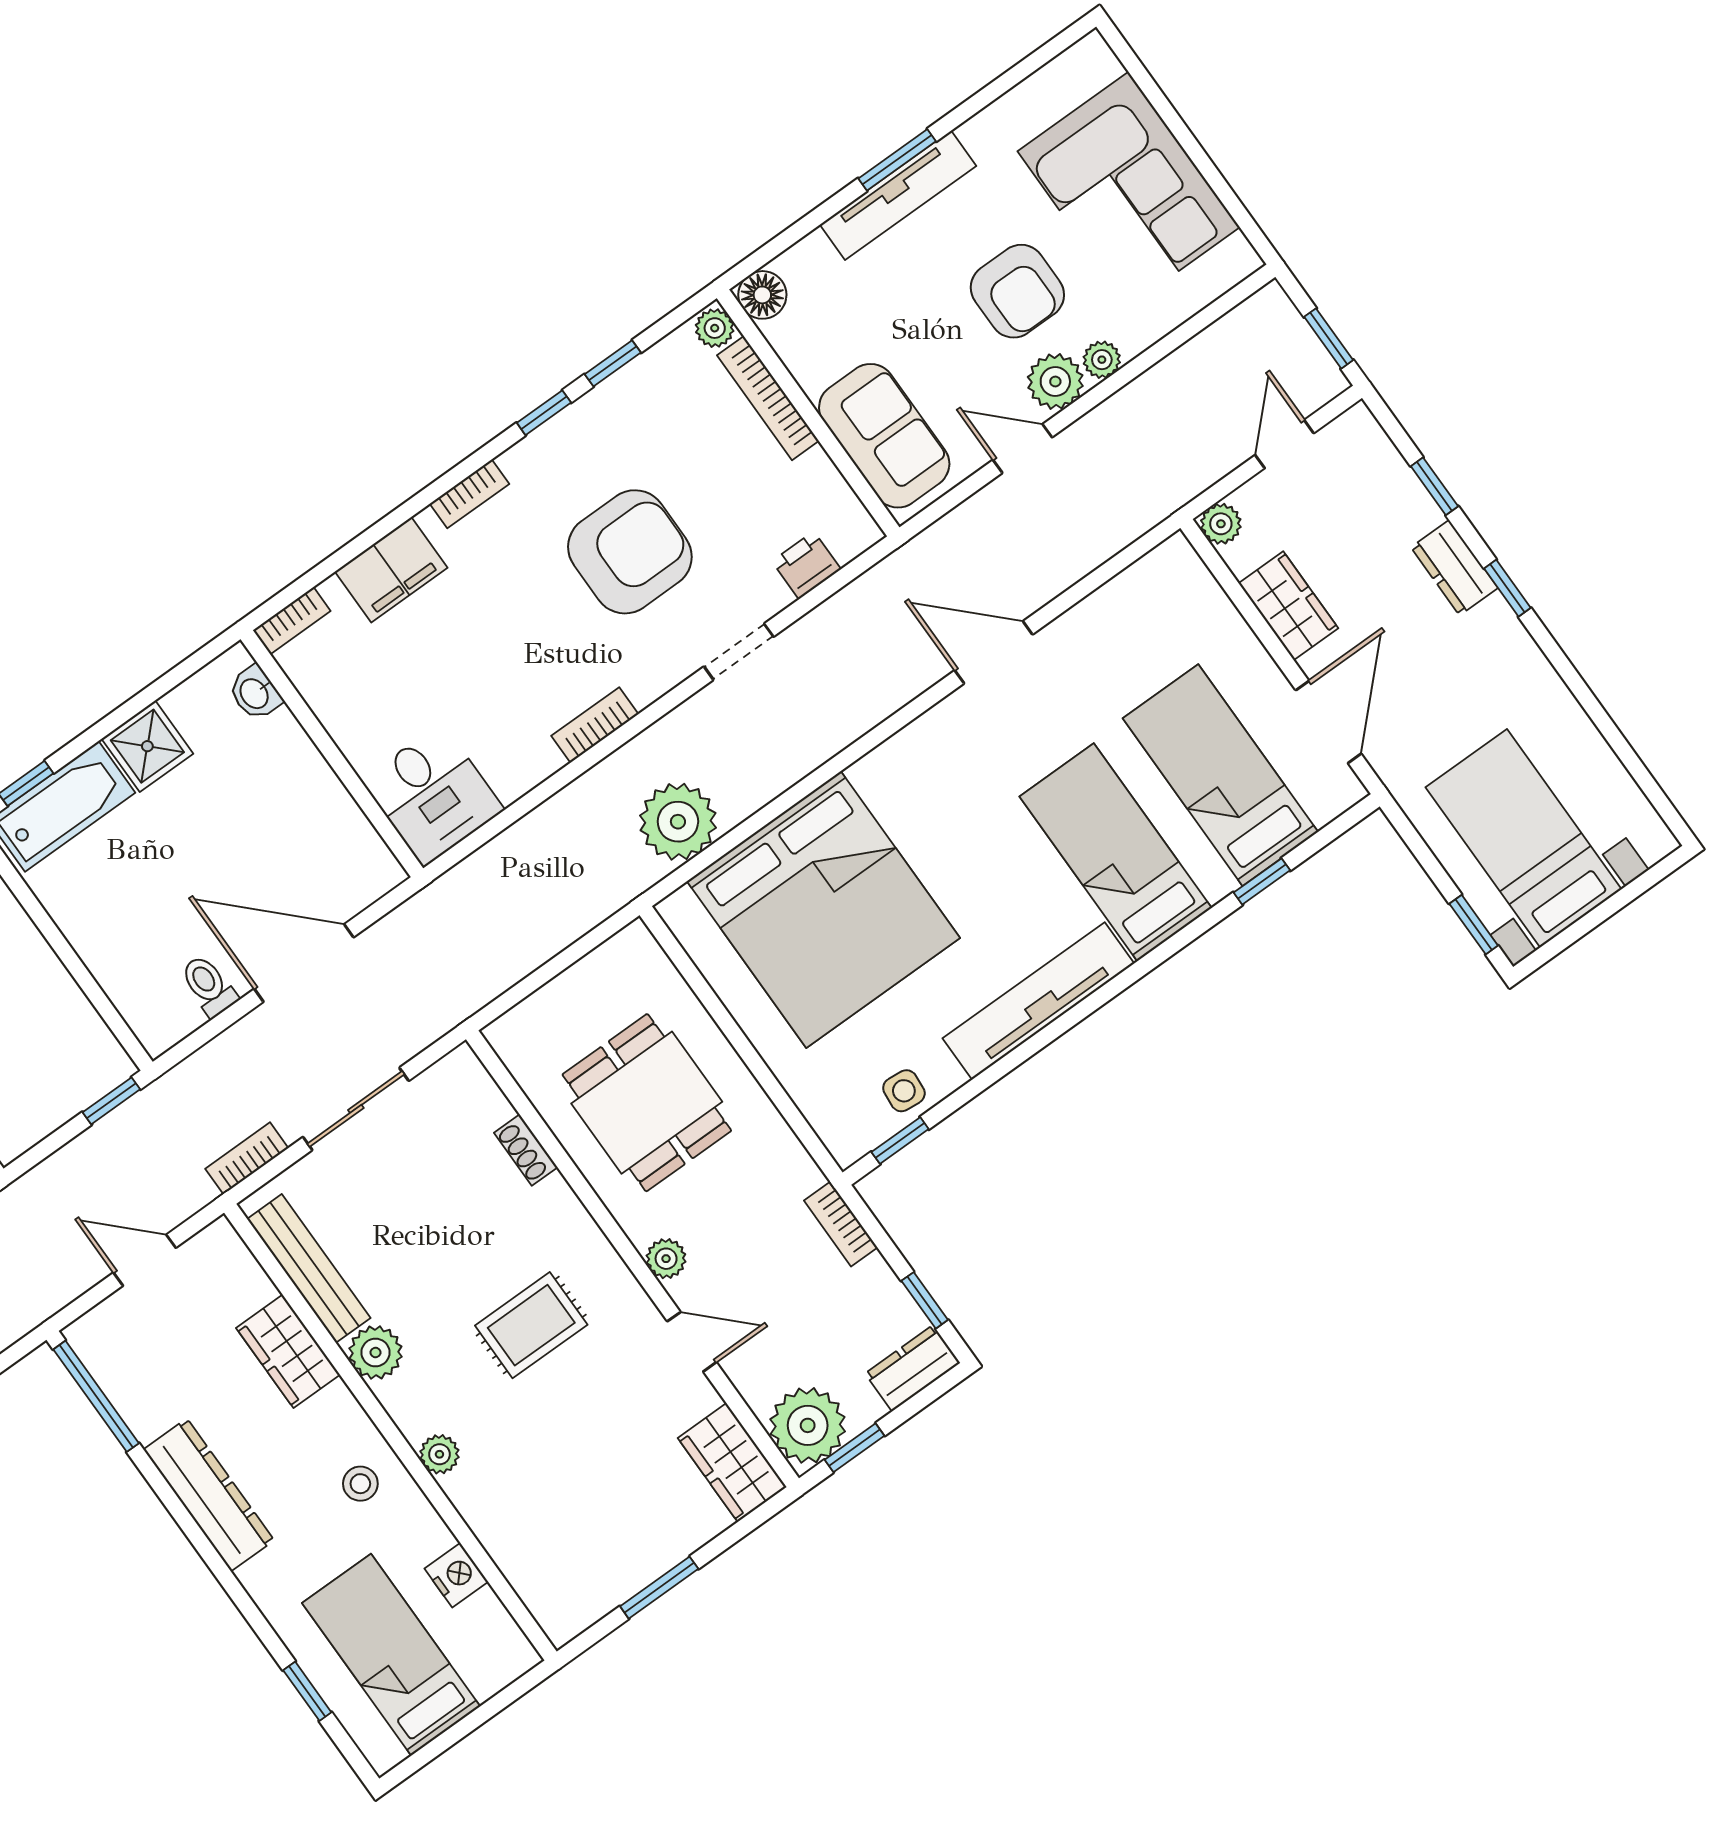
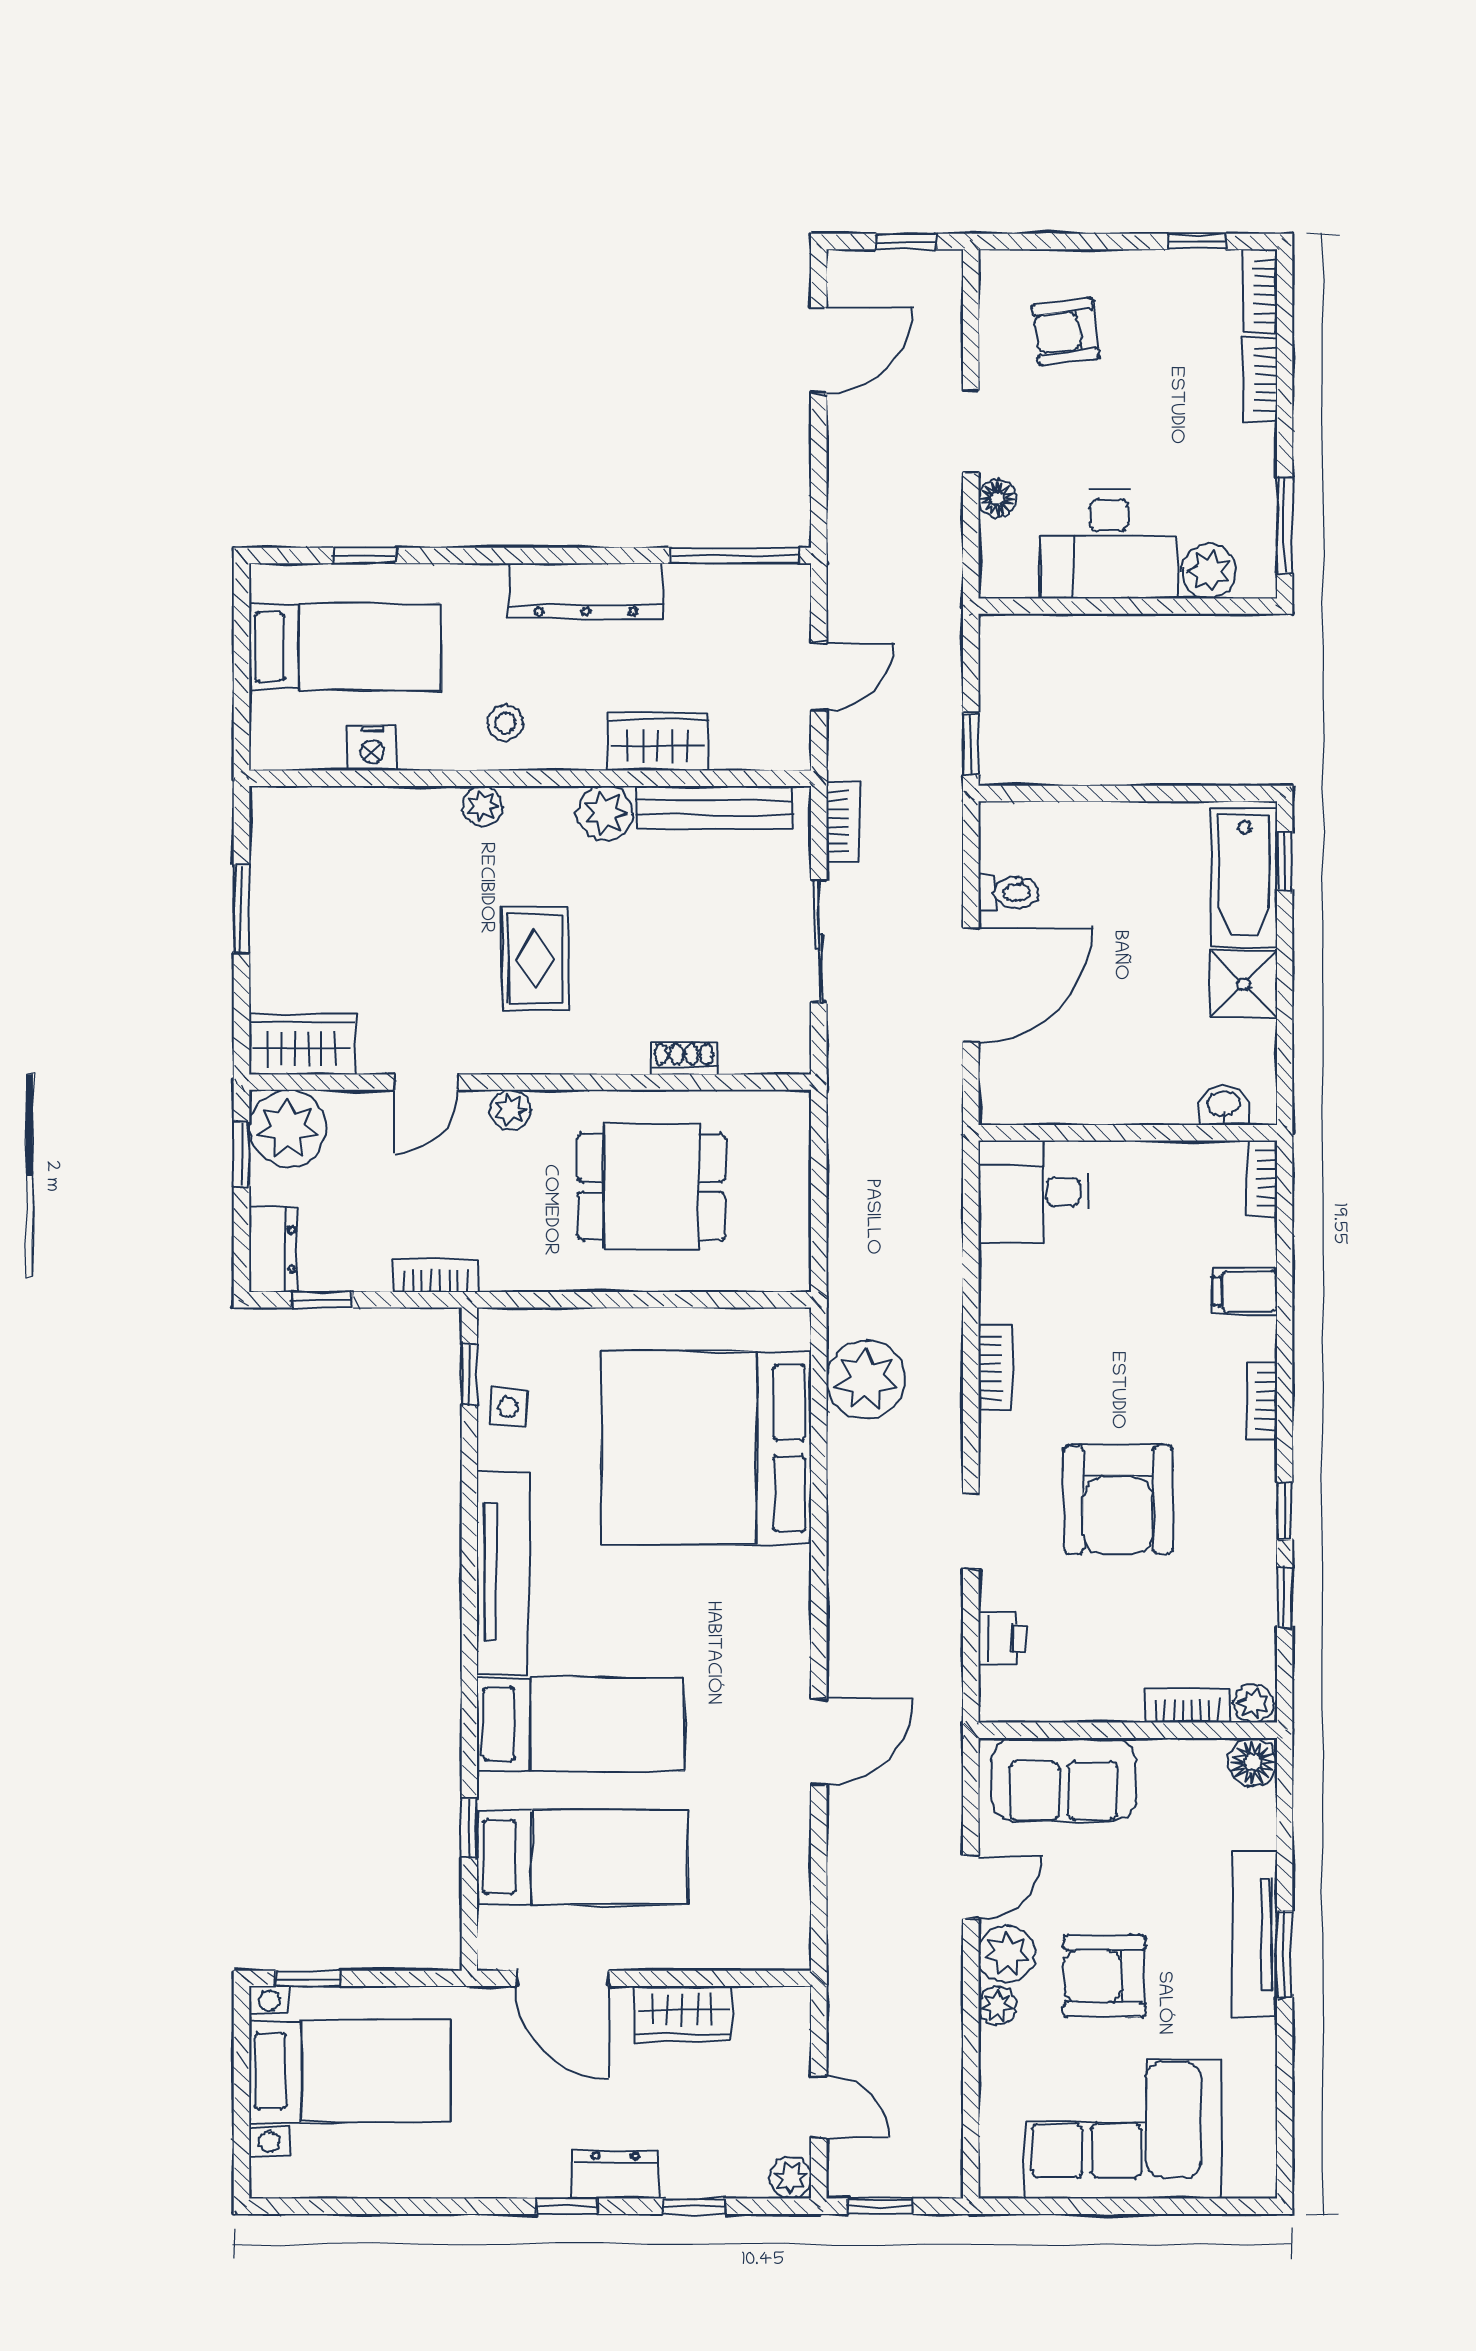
bookcase: (768, 398) -> (1188, 1706), width x0.64
plant: (1221, 524) -> (790, 2178), moved
filing cabinet: (391, 570) -> (1245, 1291), width x0.50

